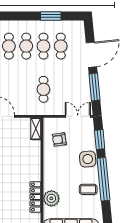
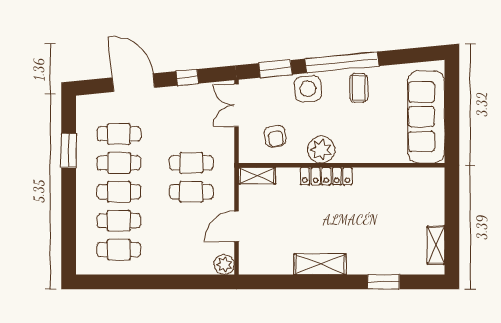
window: (94, 87) -> (187, 77), width x0.46
cafe table: (26, 89) -> (191, 192), added
locker: (35, 197) -> (326, 176), moved
plant: (51, 198) -> (321, 150), moved

